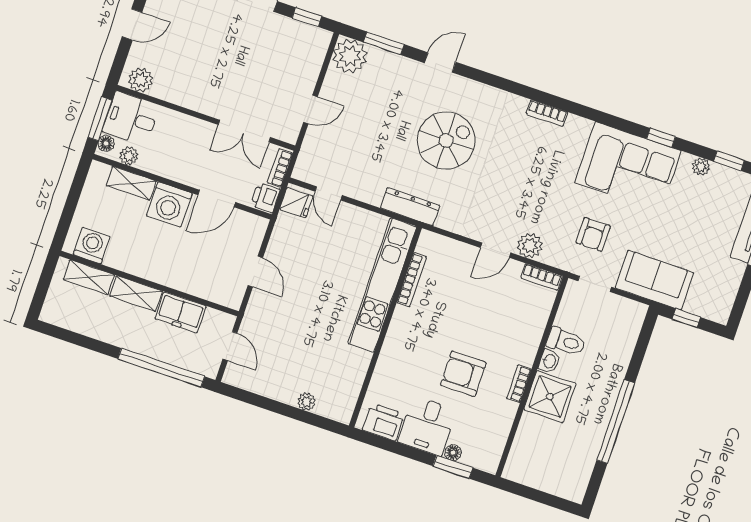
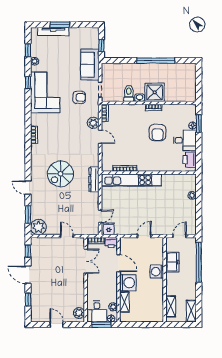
spiral stairs: (446, 140) -> (60, 174), turned -90
washing machine: (92, 246) -> (157, 272), moved
shelving: (136, 294) -> (191, 311), moved

